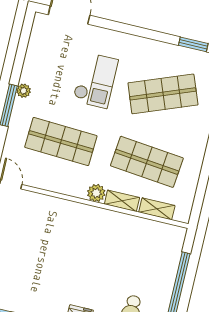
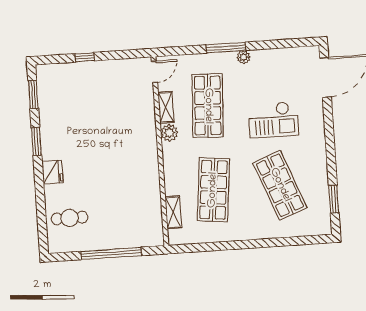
plant: (96, 193) -> (169, 133), moved
shelving: (122, 201) -> (166, 107), moved

